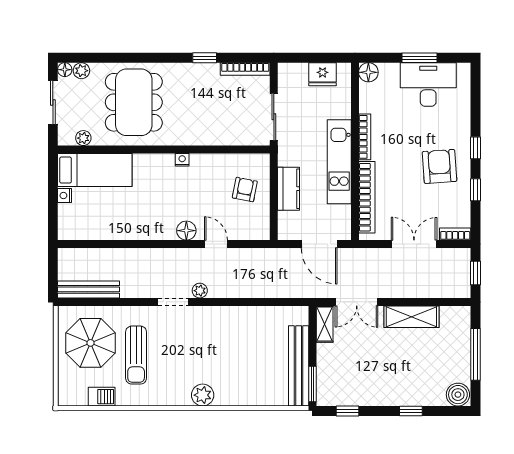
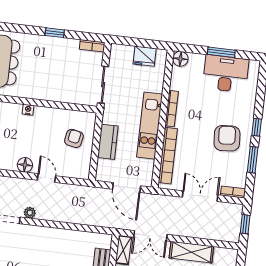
bookcase: (245, 69) -> (92, 46), width x0.64
window: (475, 190) -> (253, 160), width x1.50

